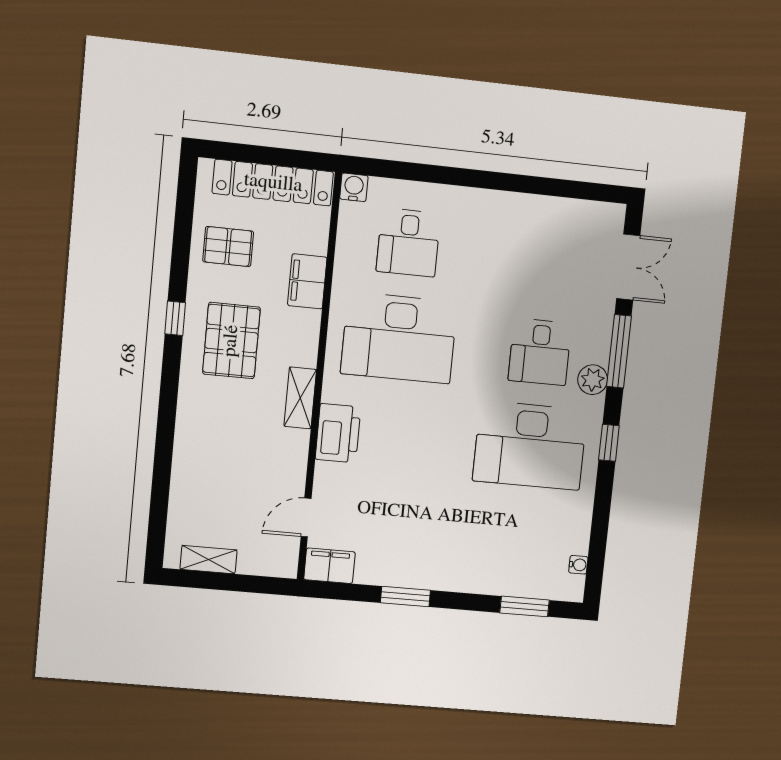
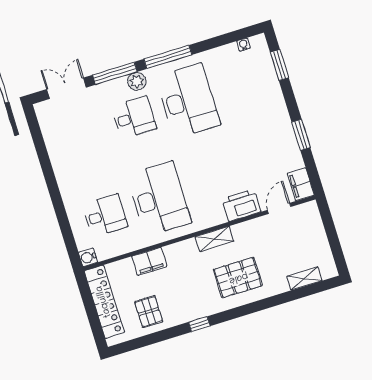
pallet: (231, 341) -> (238, 278), moved
printer: (338, 433) -> (241, 205), moved
window: (609, 443) -> (168, 57), width x2.17
door: (306, 517) -> (279, 208), swing flipped
shelving: (208, 560) -> (304, 279), moved, turned 90

